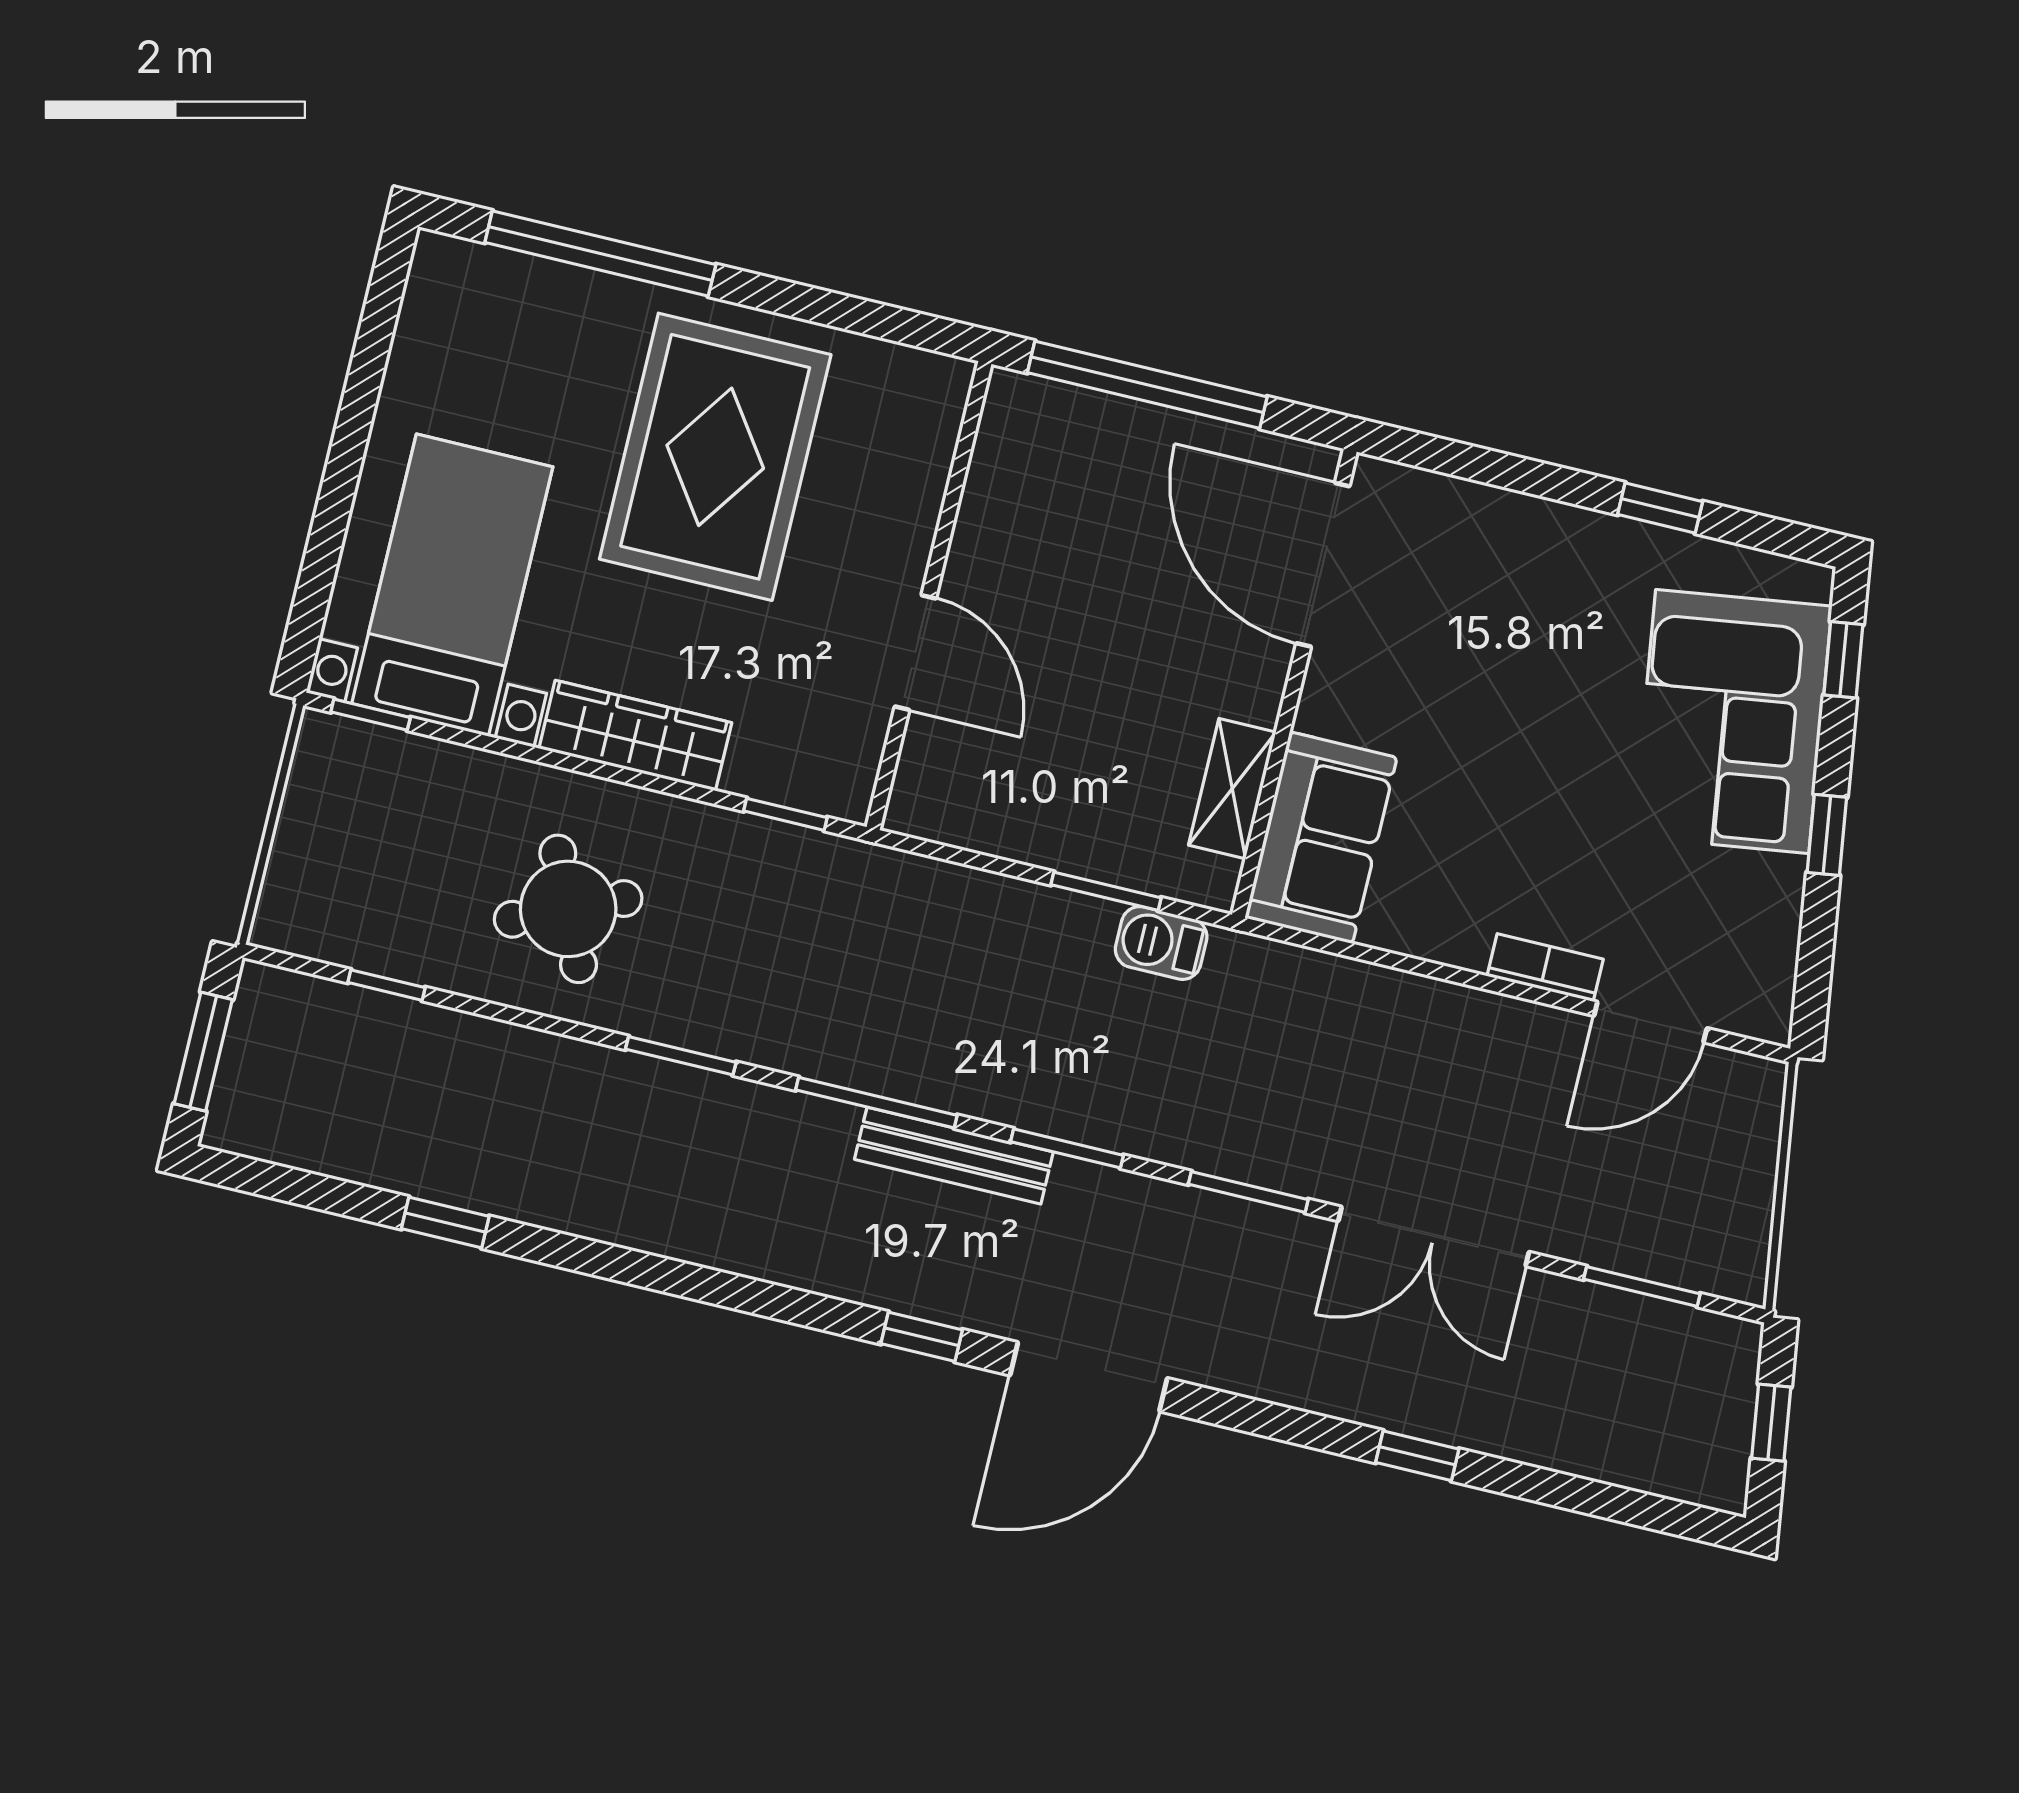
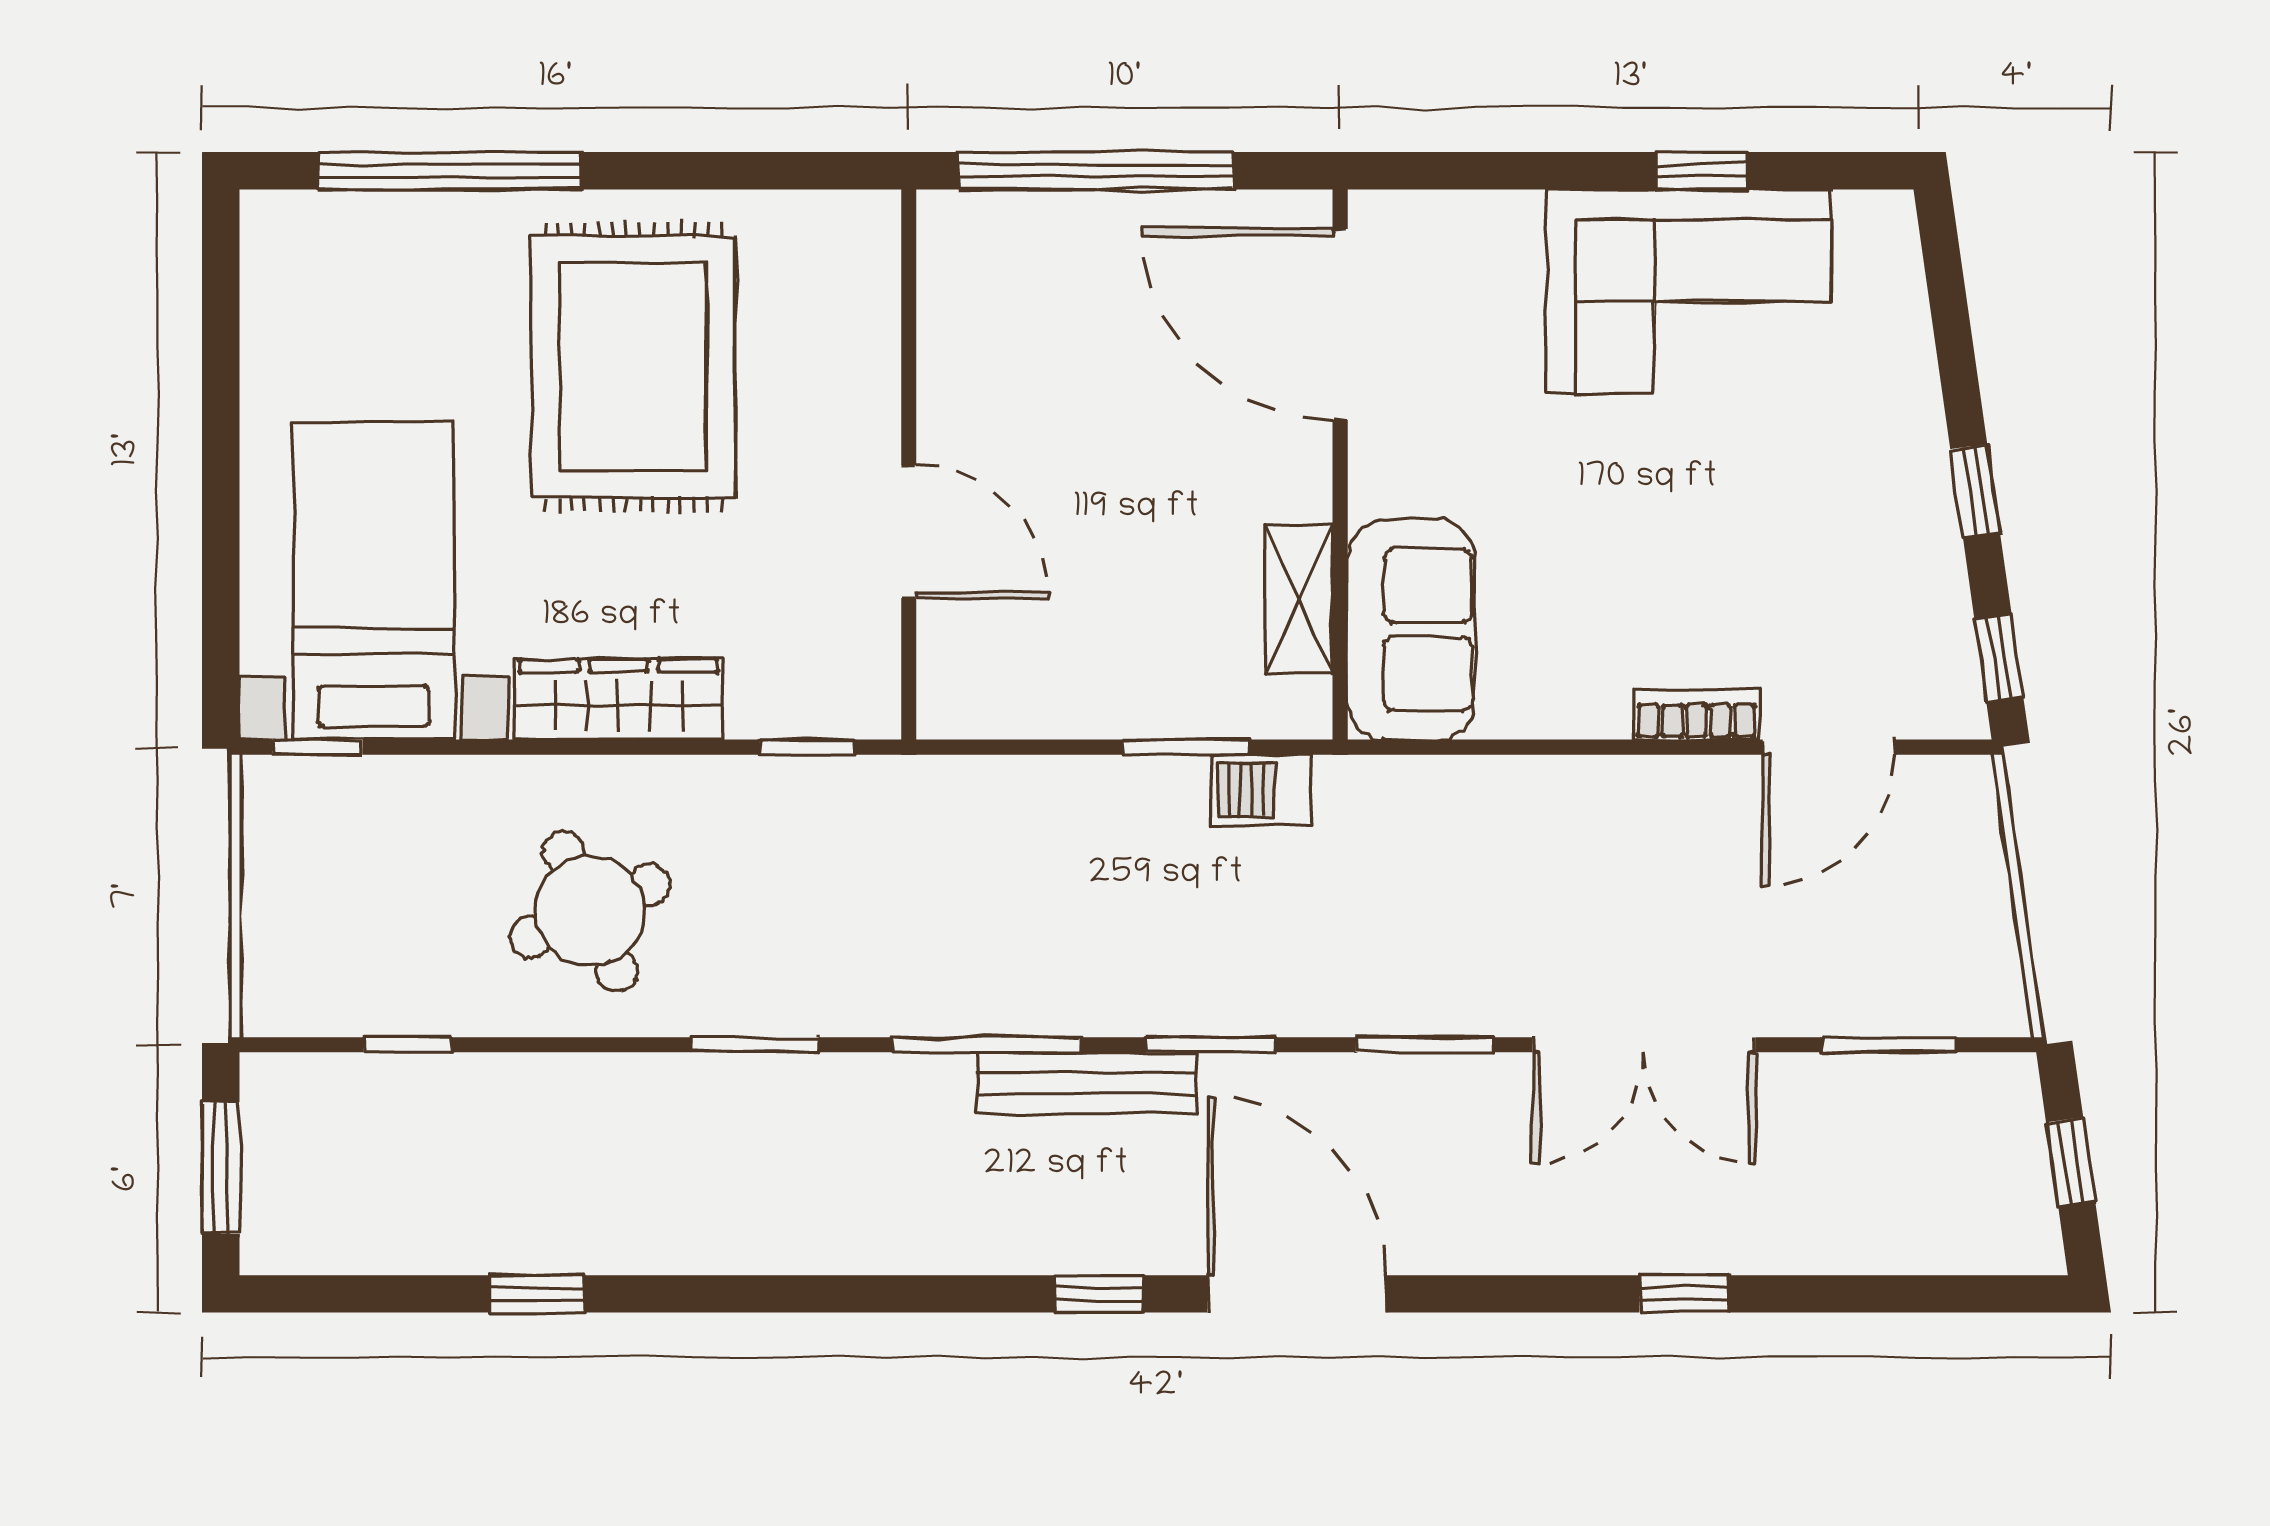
window: (1843, 660) -> (1999, 658), moved
corner sofa: (1732, 722) -> (1689, 291), moved, turned -82
door: (1089, 1377) -> (1296, 1294), swing flipped

